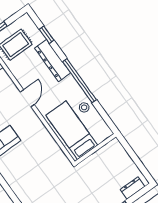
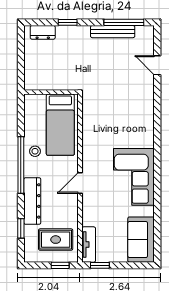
stool: (84, 107) -> (35, 151), moved

